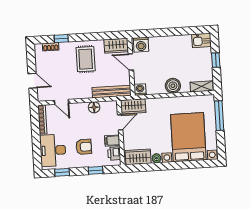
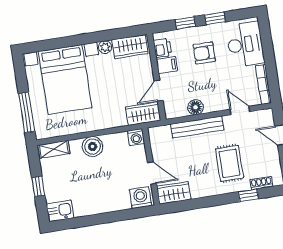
rug: (86, 59) -> (229, 163), moved
bench: (112, 92) -> (197, 127), moved
window: (62, 172) -> (215, 18), moved

